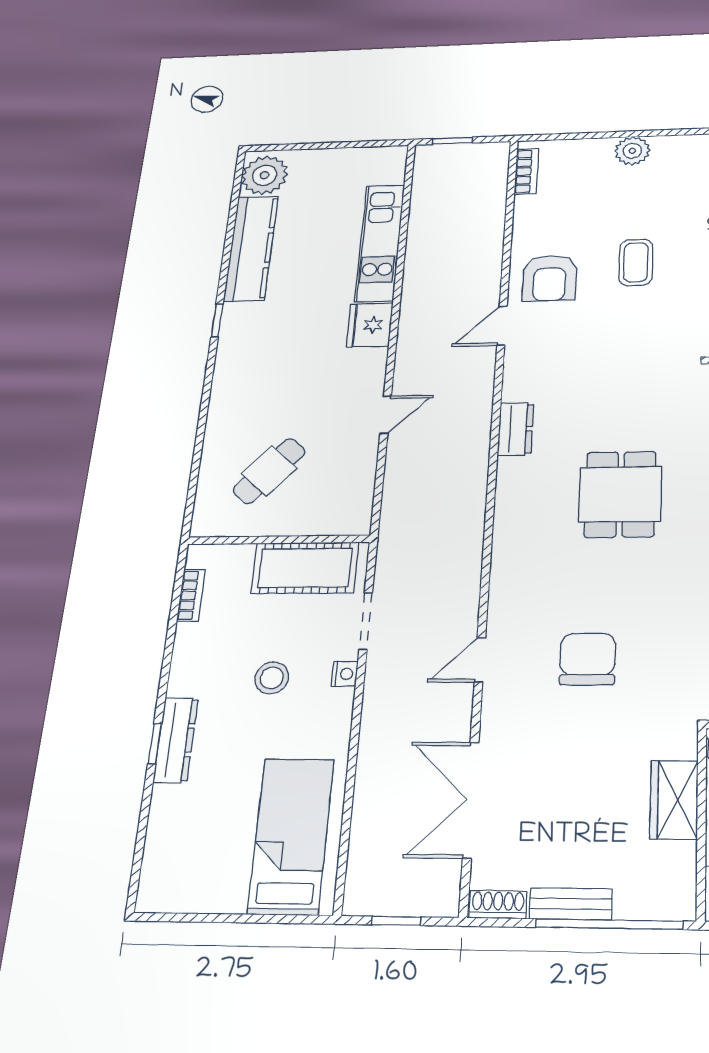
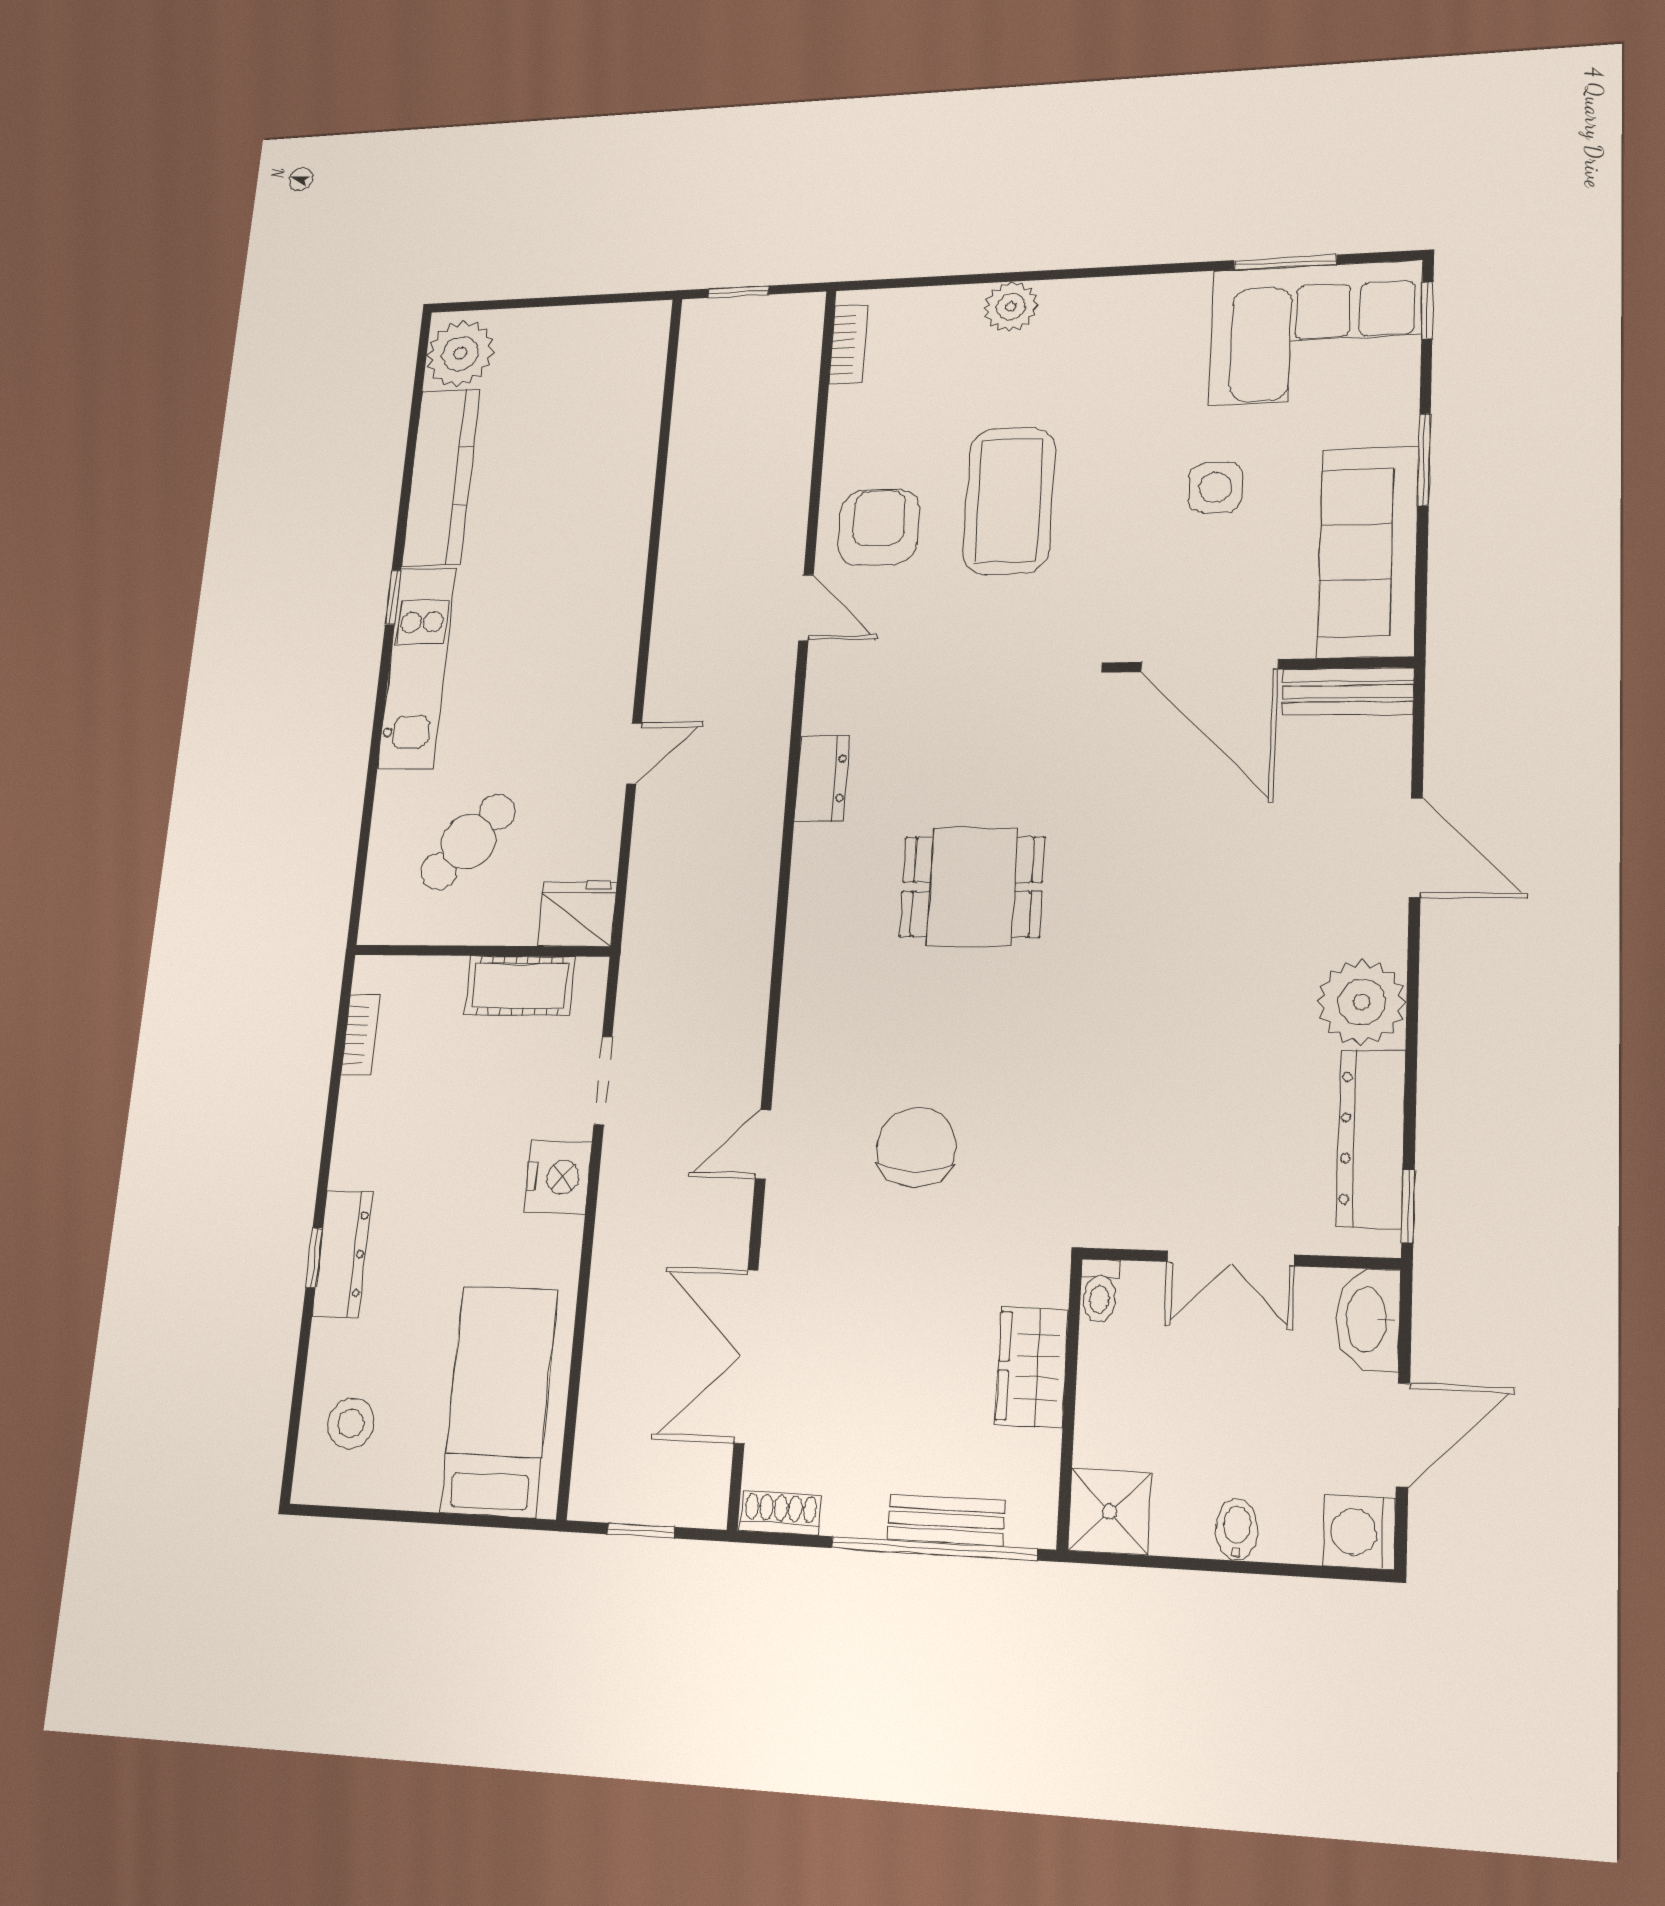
kitchen unit: (380, 243) -> (417, 668), moved, turned 180
coffee table: (636, 262) -> (1009, 501), width x1.86, depth x1.72
armchair: (550, 278) -> (879, 527), turned 180
fridge: (370, 325) -> (577, 914), moved, turned 90
door: (502, 326) -> (806, 608), swing flipped
dining table: (620, 494) -> (972, 887), turned 90
cot: (305, 568) -> (519, 986), width x0.73, depth x0.75
nightstand: (345, 674) -> (558, 1177), width x1.89, depth x1.79
stool: (272, 678) -> (351, 1423), moved
bench: (571, 904) -> (946, 1520), moved

